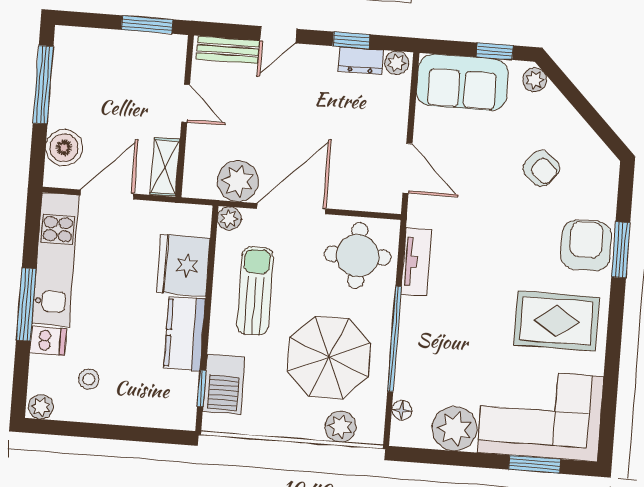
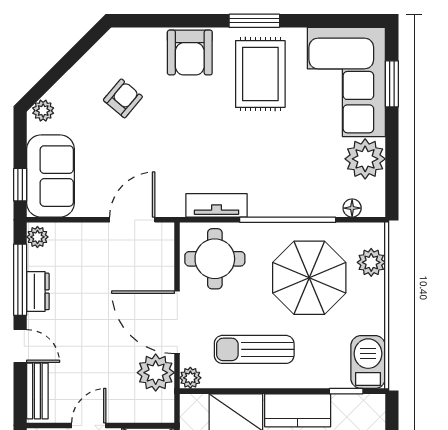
window: (351, 40) -> (20, 280), width x2.17
window: (495, 51) -> (20, 185), moved
dresser: (361, 61) -> (38, 291), moved
armchair: (586, 245) -> (190, 53), turned -90
window: (621, 250) -> (254, 21), moved
barbecue: (224, 384) -> (368, 362), moved, turned -90

